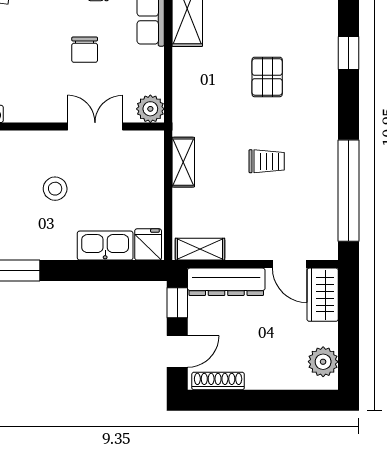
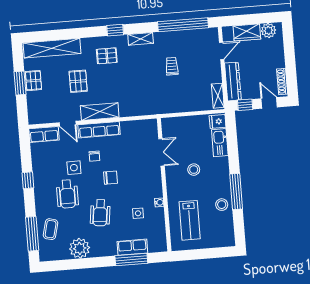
chair: (85, 50) -> (110, 178), moved
pallet: (267, 77) -> (107, 56), moved
plant: (150, 109) -> (151, 126), removed
double door: (95, 127) -> (162, 152), swing flipped
shelving: (183, 162) -> (141, 39), moved
wardrobe: (323, 295) -> (247, 32), moved

